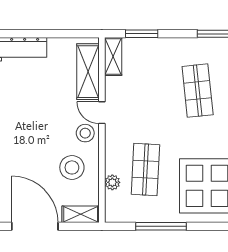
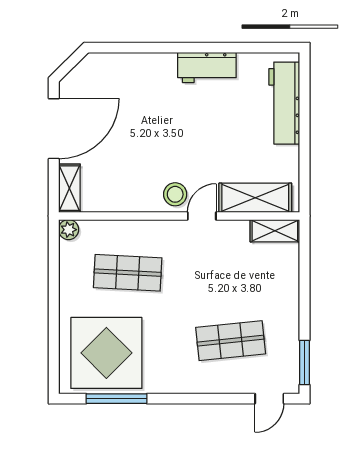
window: (142, 34) -> (305, 268), removed
stool: (72, 167) -> (130, 177), removed
plant: (112, 182) -> (69, 230), moved
window: (161, 226) -> (54, 293), removed

